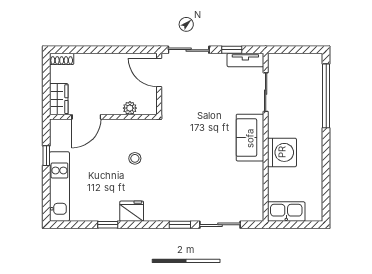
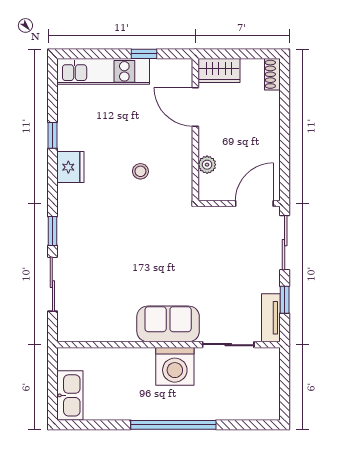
window: (326, 96) -> (173, 425), moved
washing machine: (282, 152) -> (175, 366), moved
kitchen sink: (286, 212) -> (70, 395), moved

